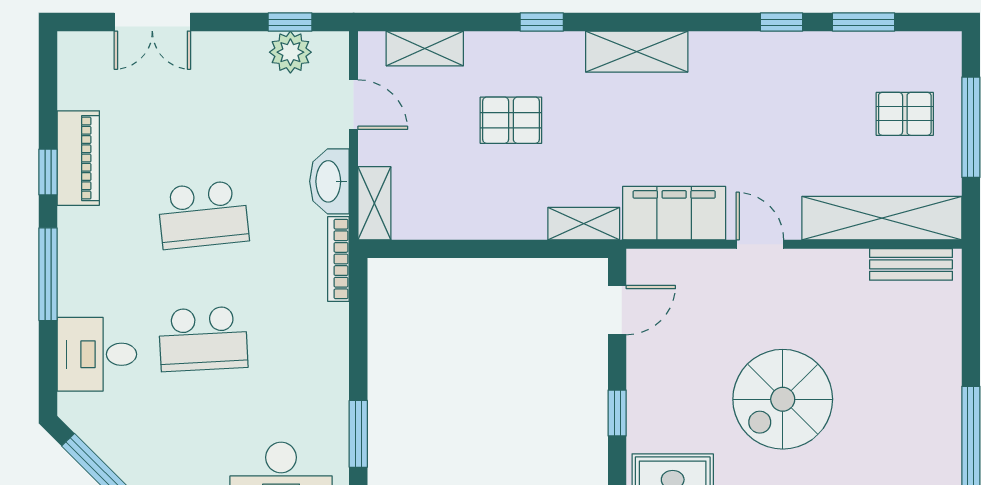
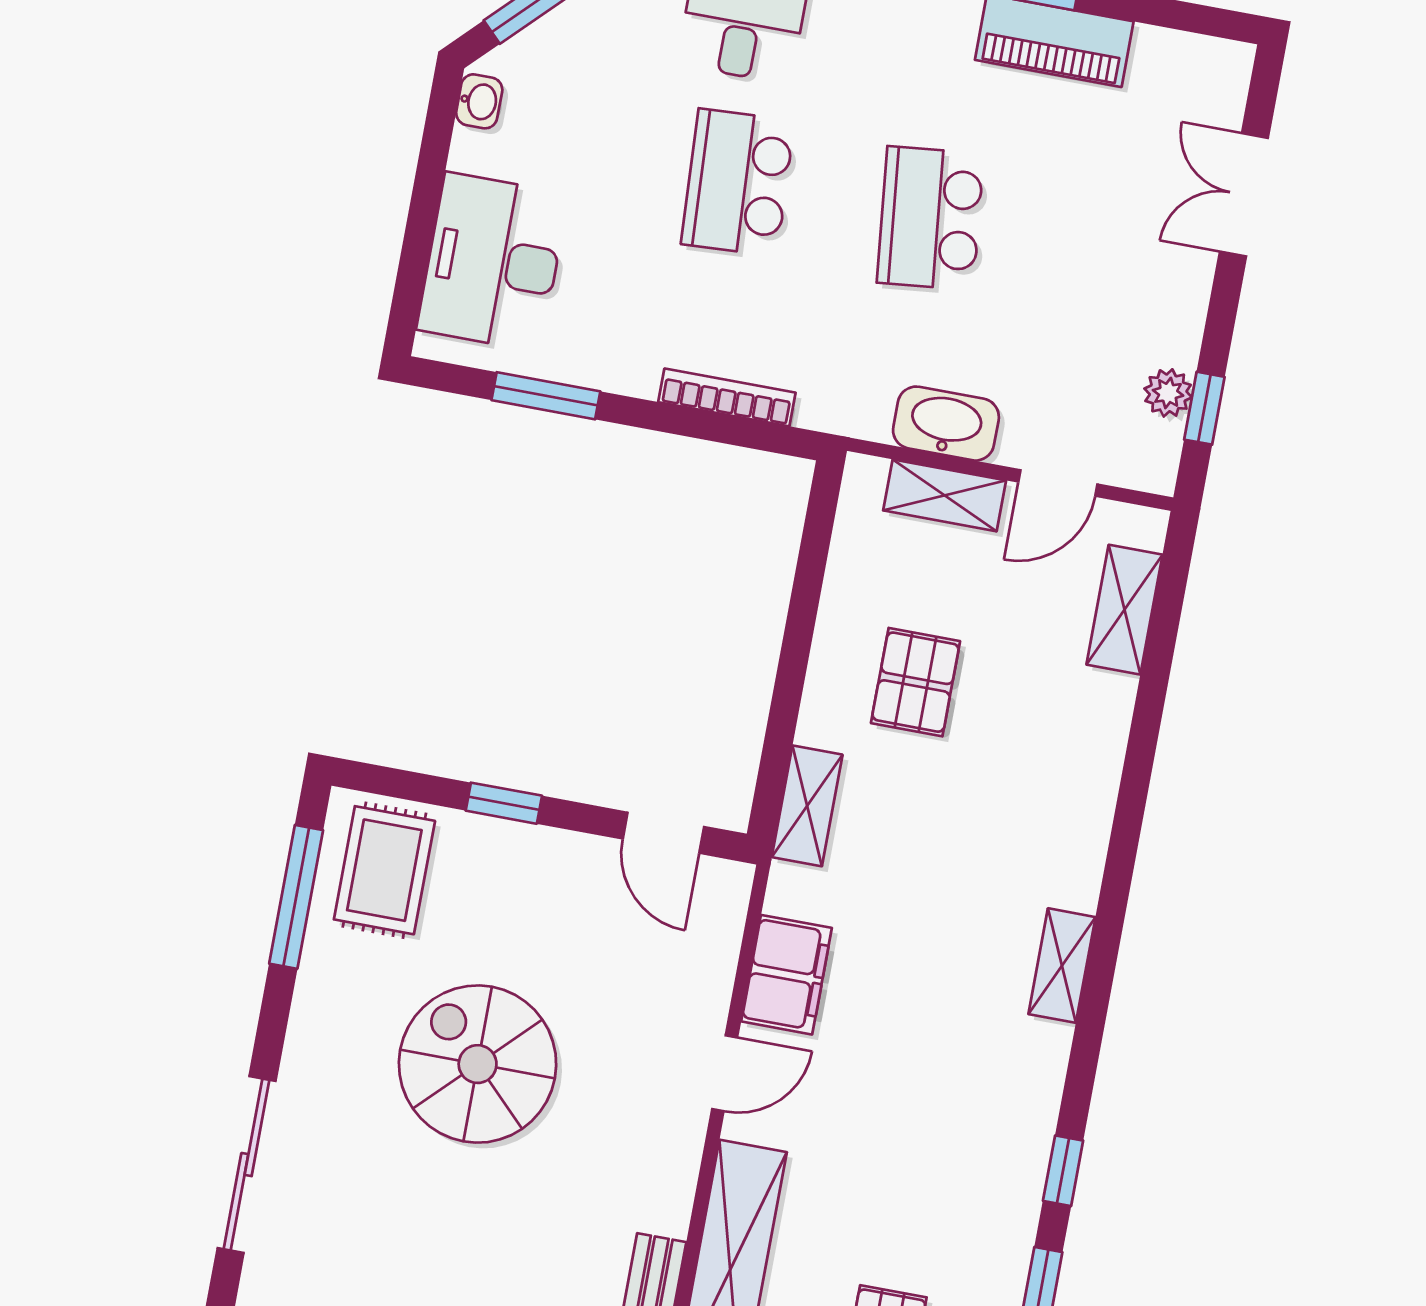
window: (542, 22) -> (1132, 799), removed
plant: (290, 52) -> (1168, 393), width x0.73, depth x0.73
shelving: (637, 52) -> (1062, 966), width x0.67, depth x0.75
pallet: (511, 120) -> (916, 682), moved
shelving: (374, 203) -> (945, 495), moved
filing cabinet: (674, 213) -> (787, 975), width x0.67, depth x0.86
bookcase: (338, 259) -> (727, 397), moved

